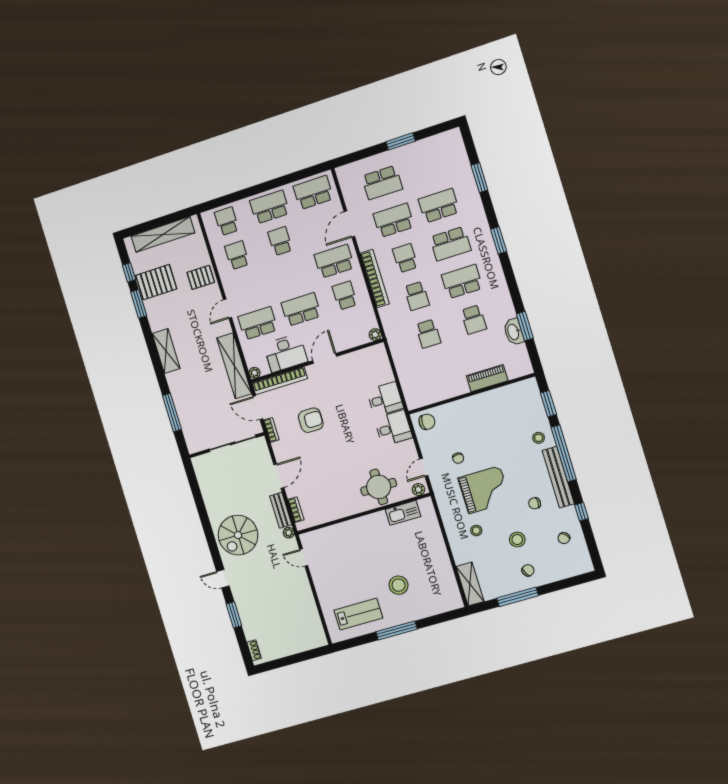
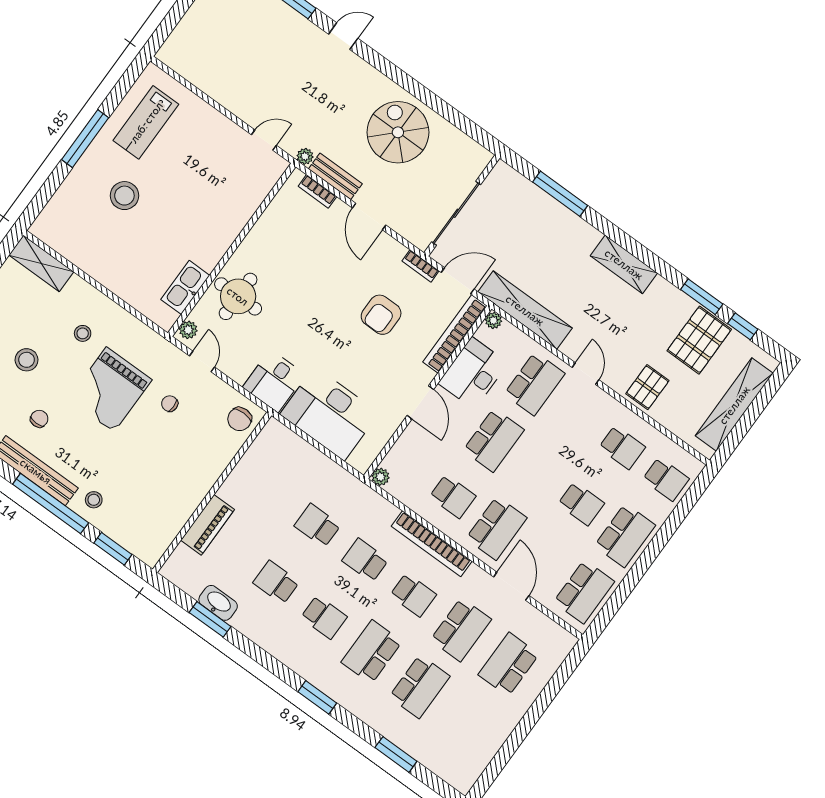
window: (401, 141) -> (523, 729), removed
school desk: (462, 282) -> (324, 617), width x0.54
desk: (385, 399) -> (329, 414), width x1.87, depth x1.30
spiral stairs: (238, 535) -> (398, 132), moved

